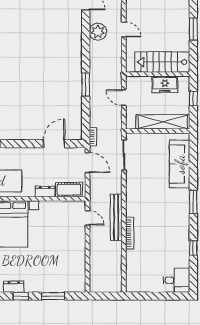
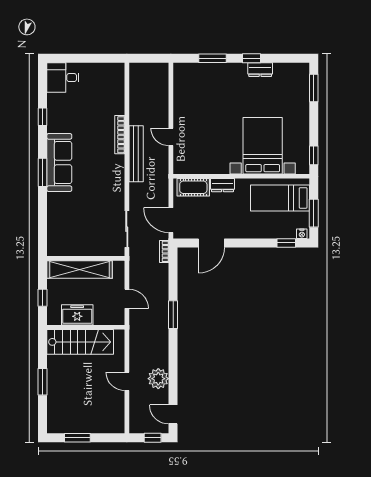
sofa: (180, 164) -> (59, 163), moved
door: (88, 218) -> (171, 137), moved

